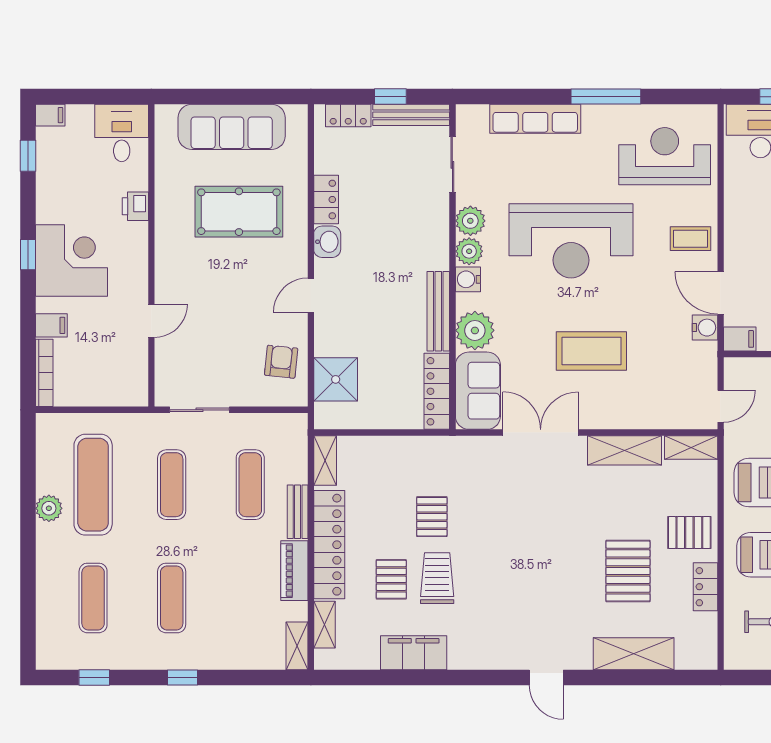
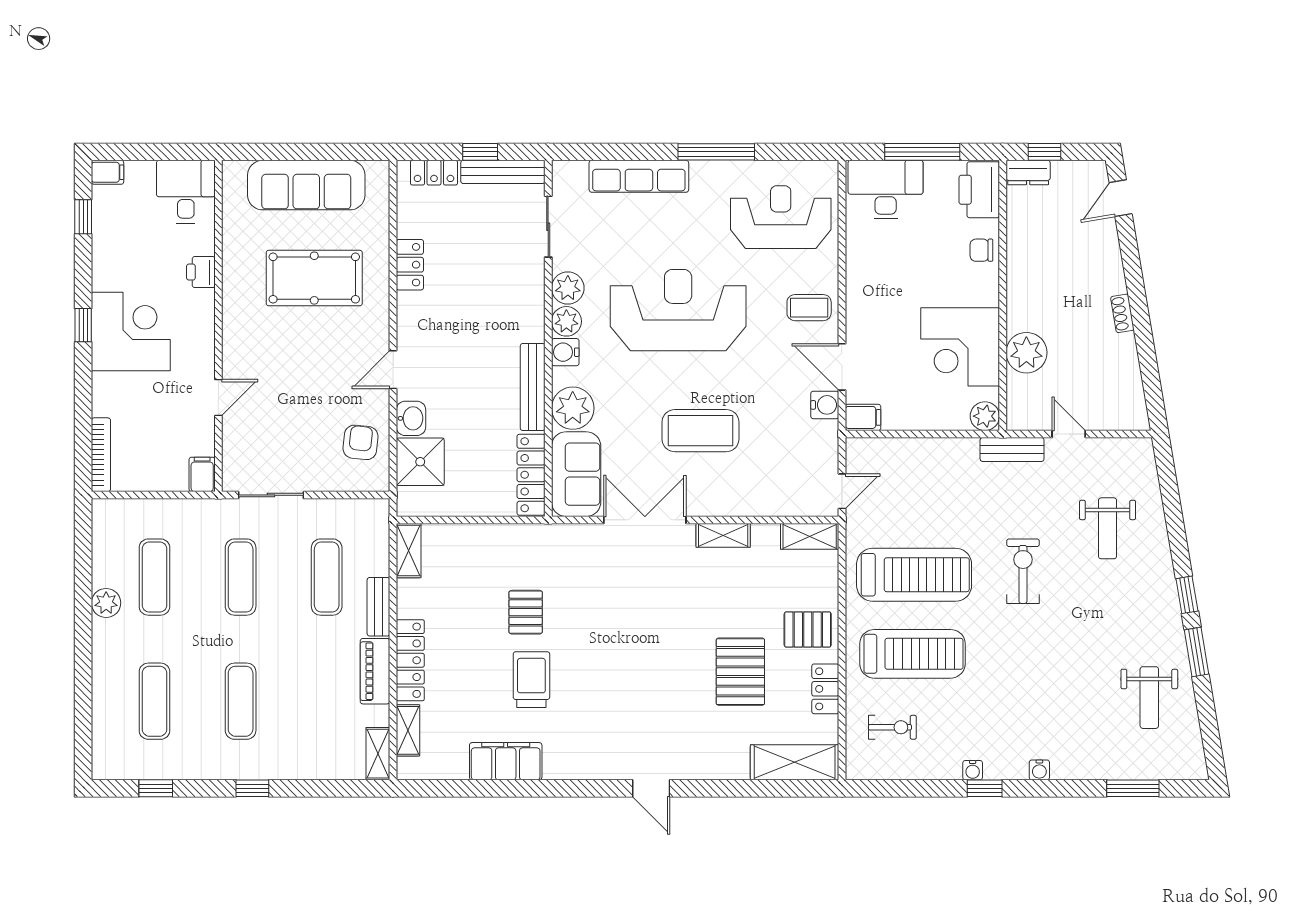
reception desk: (571, 241) -> (678, 310), turned 180
washbasin: (327, 242) -> (411, 418), moved
filing cabinet: (51, 325) -> (202, 474), moved, turned -90
shelving: (624, 450) -> (723, 535), width x0.67, depth x0.75
exercise mat: (93, 485) -> (154, 577), width x0.73, depth x0.69
locker: (329, 545) -> (410, 660), width x0.71, depth x0.83
pallet: (391, 579) -> (481, 681), removed
shelving: (634, 654) -> (795, 762), moved

